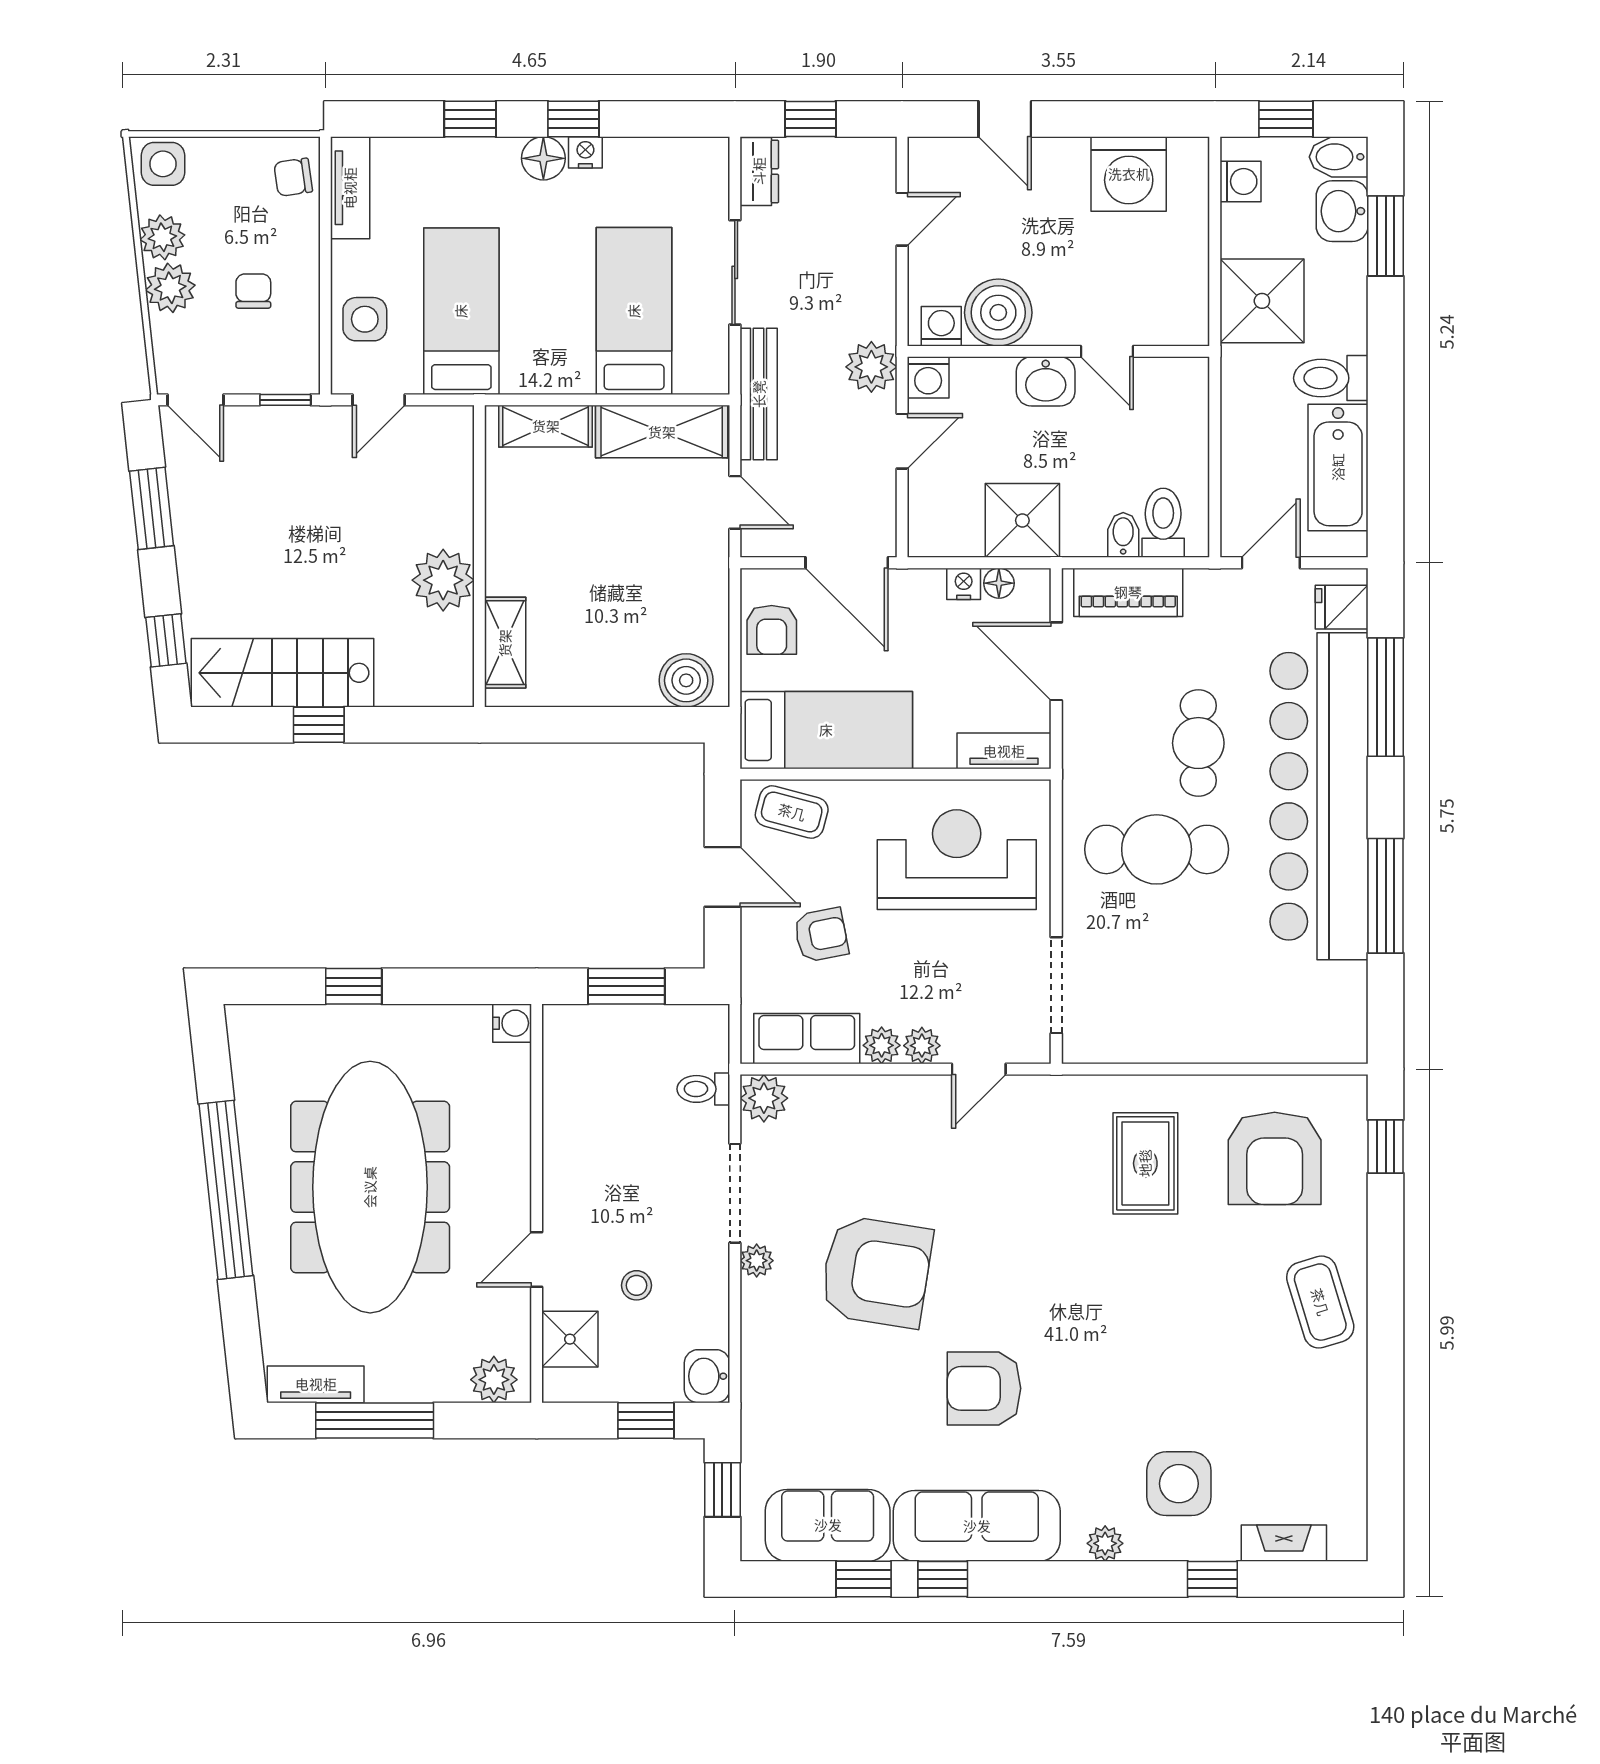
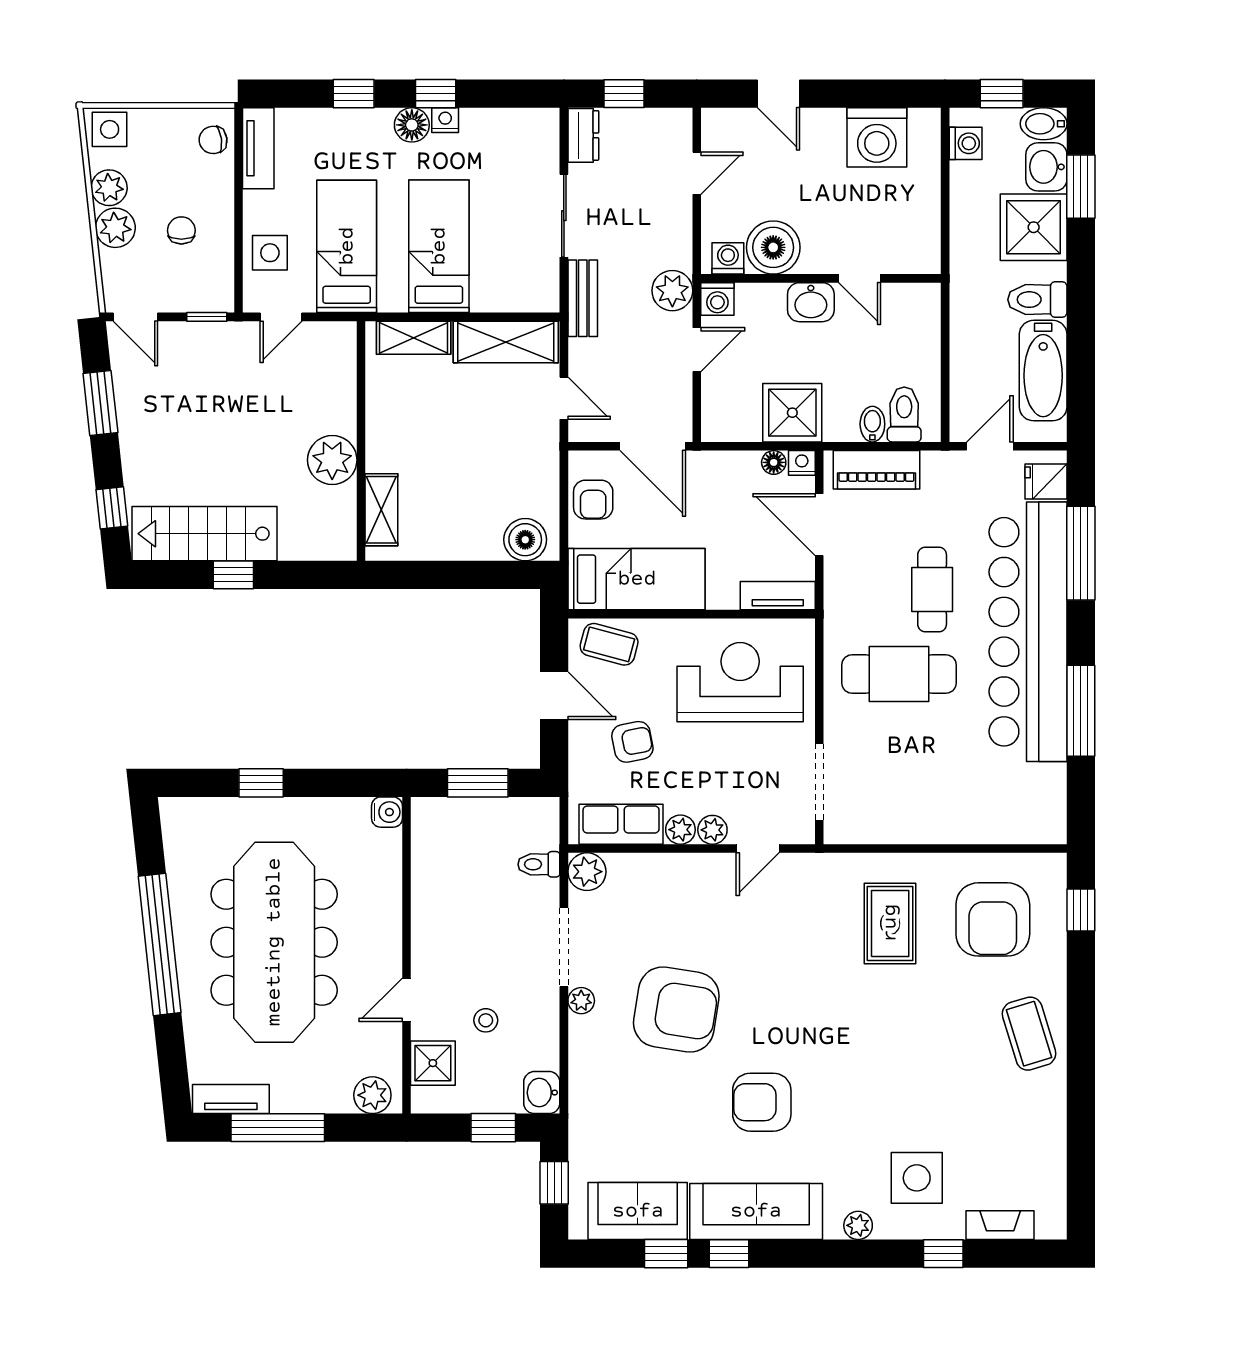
shower: (1262, 301) -> (1034, 227), moved
bed: (634, 311) -> (439, 246), moved
bench: (759, 394) -> (583, 298), width x0.73
nightstand: (964, 584) -> (802, 463), moved

